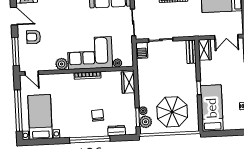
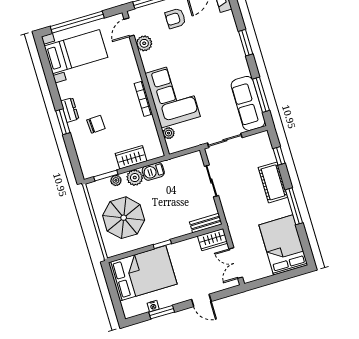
armchair: (34, 37) -> (175, 18), turned -90
barbecue: (142, 50) -> (153, 171), moved
plant: (62, 64) -> (144, 43), moved
wardrobe: (128, 82) -> (131, 157), moved
bed: (212, 108) -> (143, 273), width x1.50
plant: (146, 122) -> (135, 178), moved
dresser: (116, 131) -> (70, 110), moved
window: (90, 139) -> (63, 122), width x0.47

